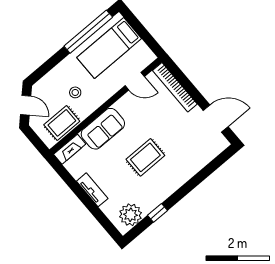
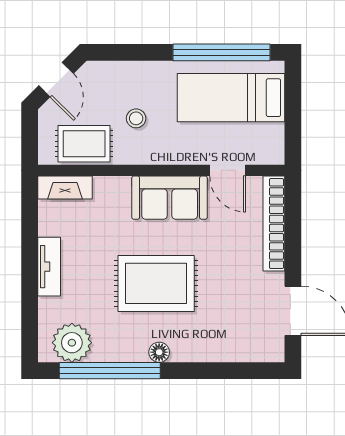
sofa: (103, 129) -> (170, 198), moved
rug: (145, 157) -> (156, 283), width x1.36, depth x1.43
floor lamp: (172, 186) -> (159, 352), added
window: (157, 213) -> (110, 371), width x3.17

